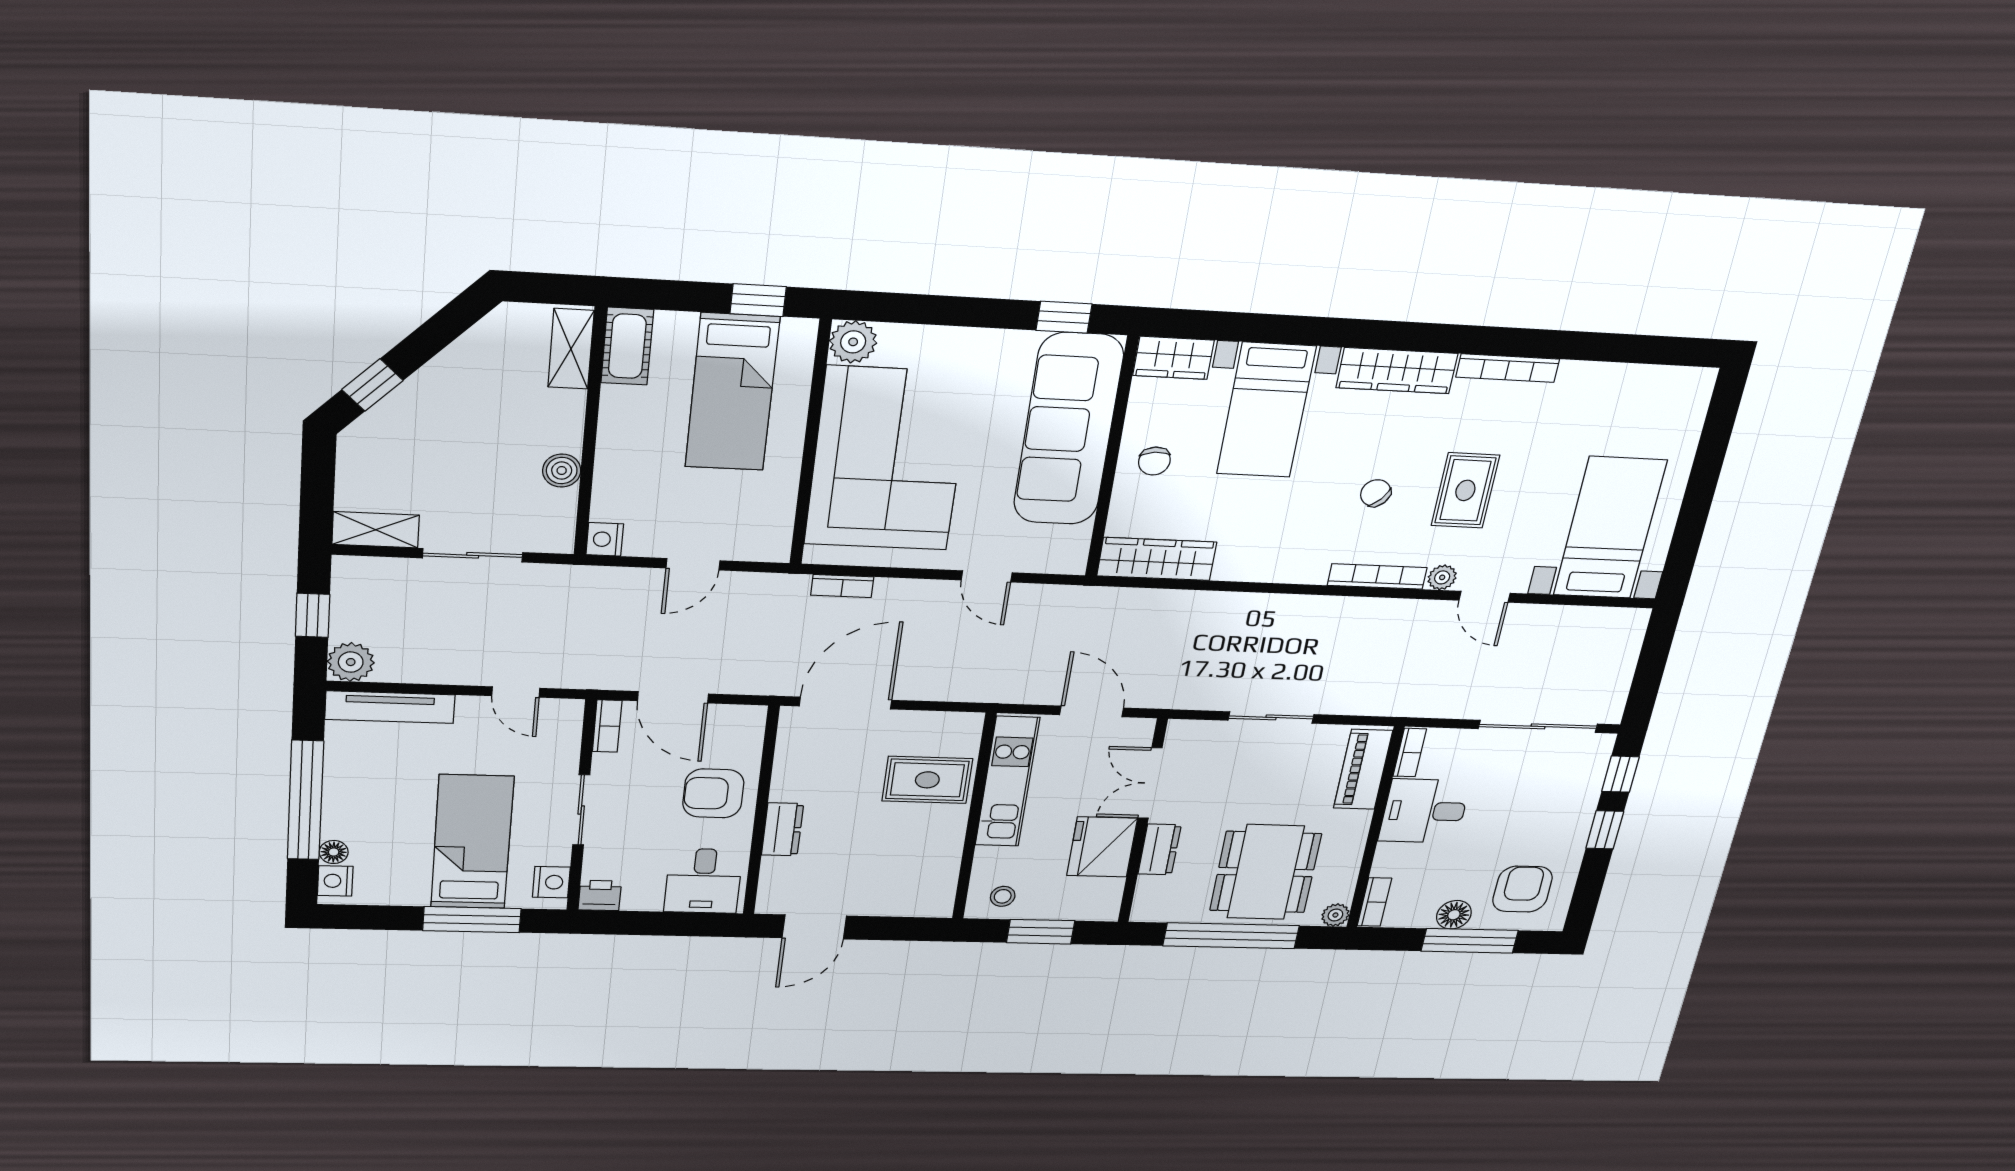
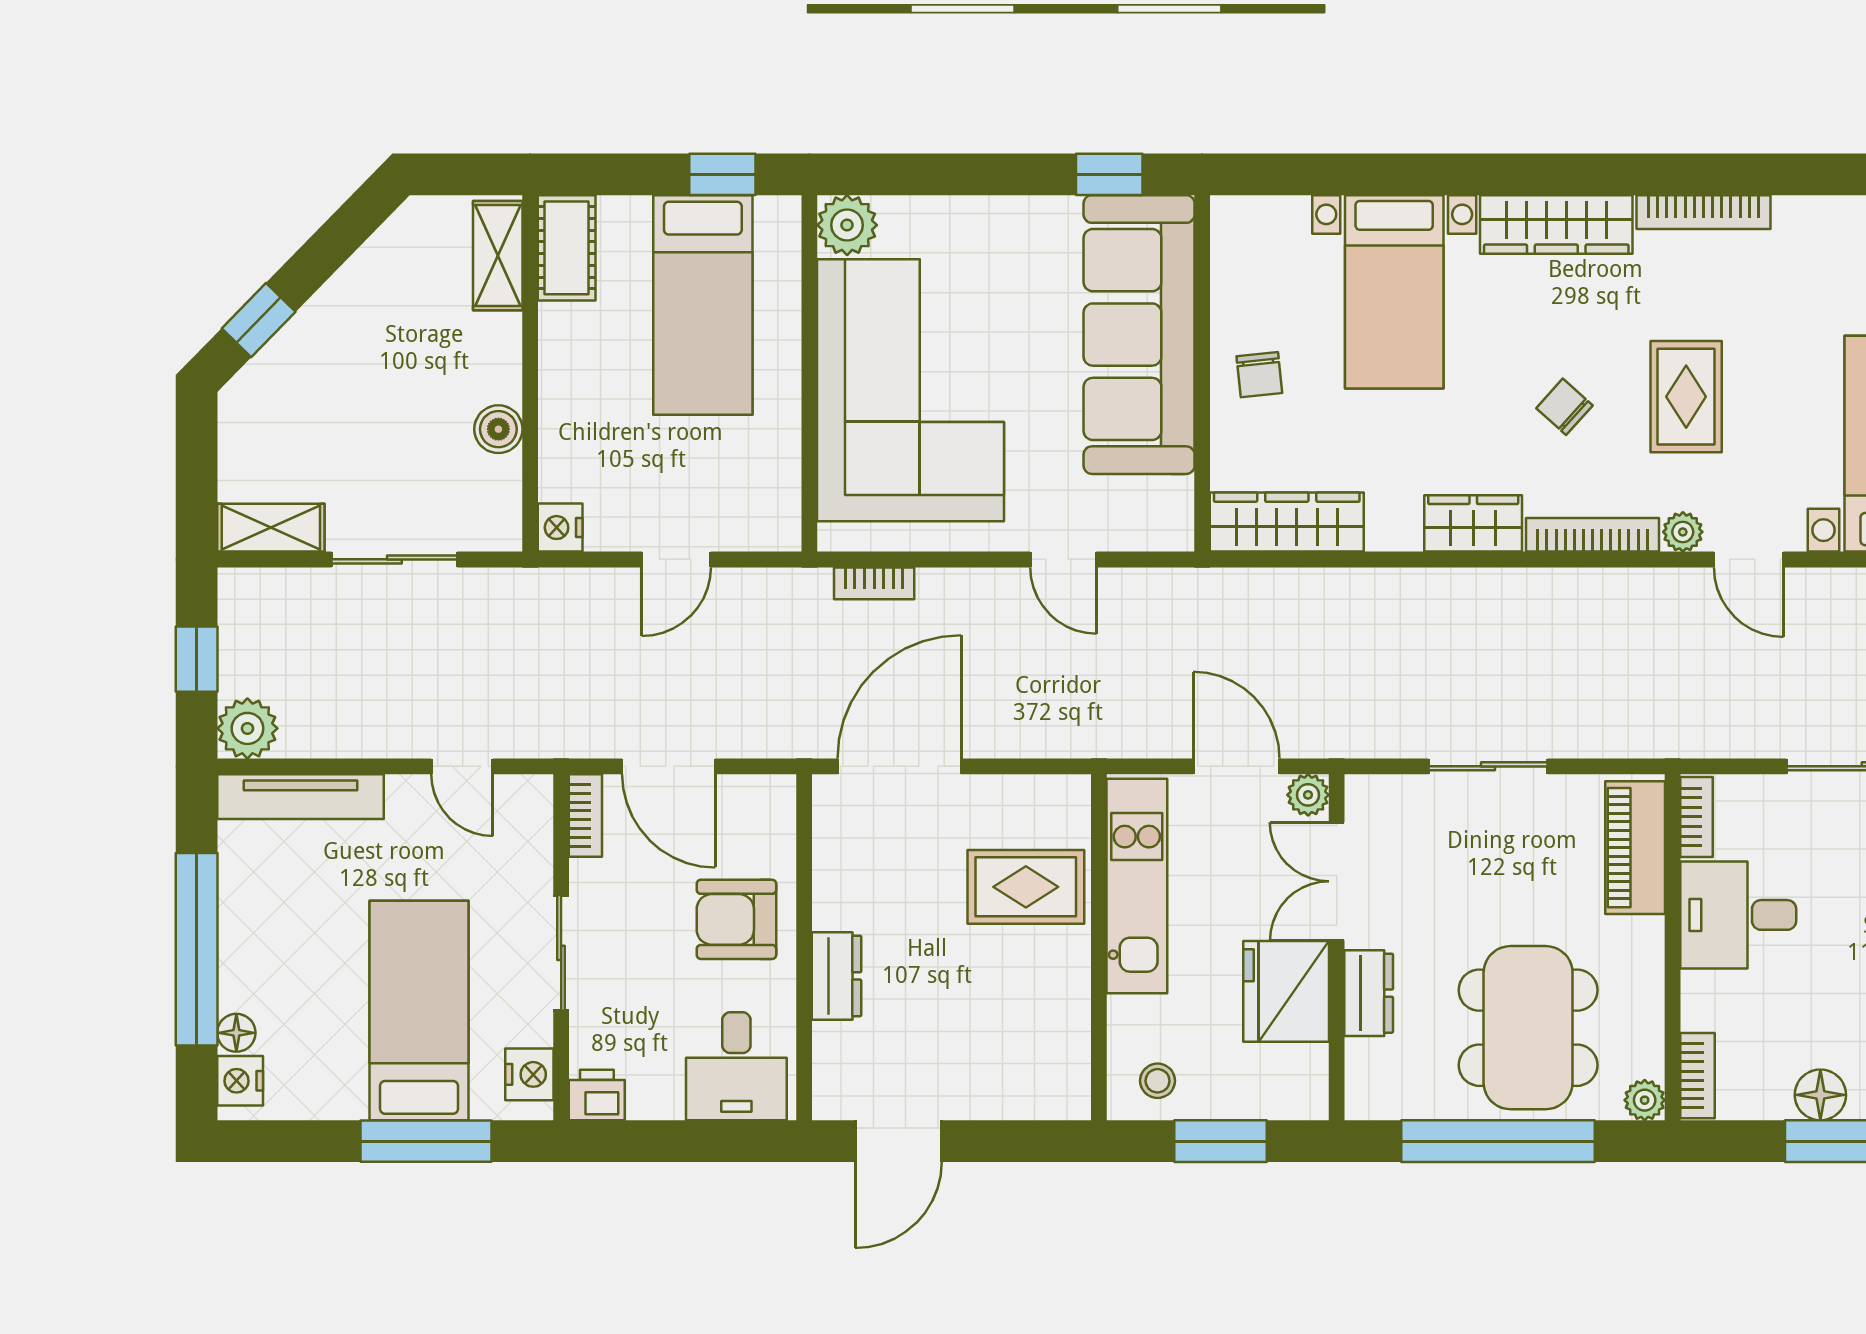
wardrobe: (1174, 358) -> (1473, 523), moved, turned 180
plant: (1140, 731) -> (1308, 795), added

